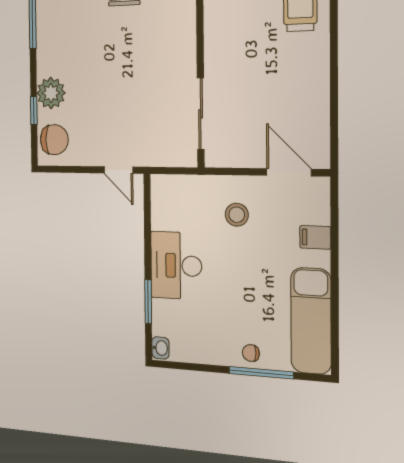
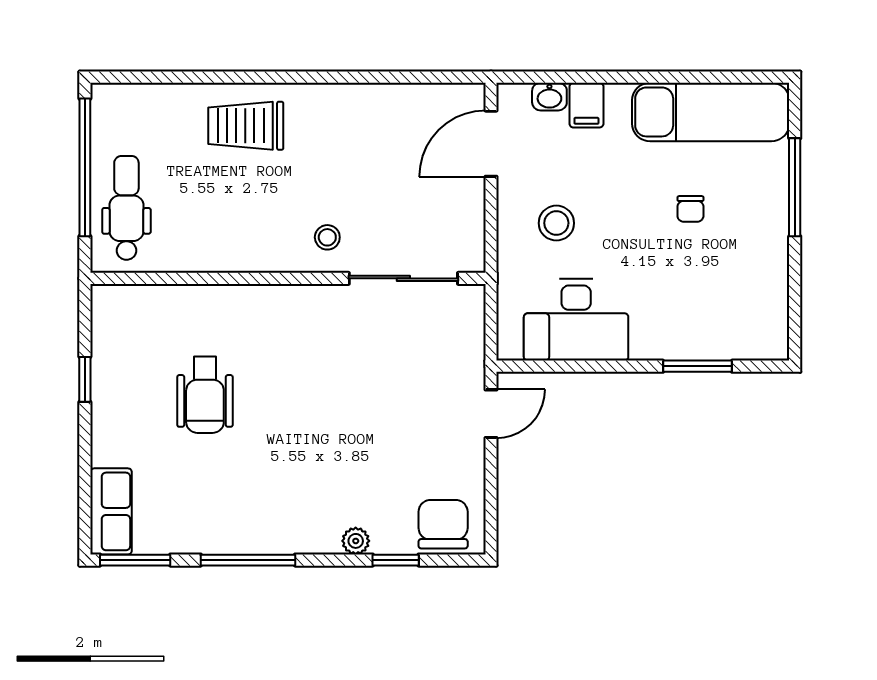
stool: (226, 63) -> (327, 237), added
plant: (51, 93) -> (356, 541), width x0.53, depth x0.53
desk: (176, 265) -> (576, 320), moved
washbasin: (160, 348) -> (549, 97), moved, turned 180
chair: (251, 353) -> (690, 209), moved

